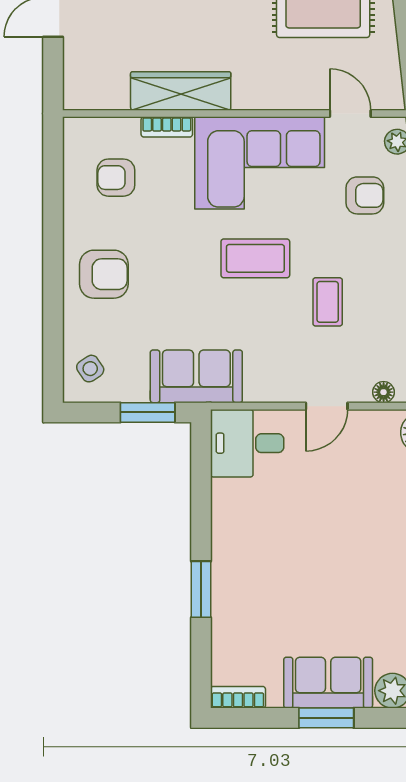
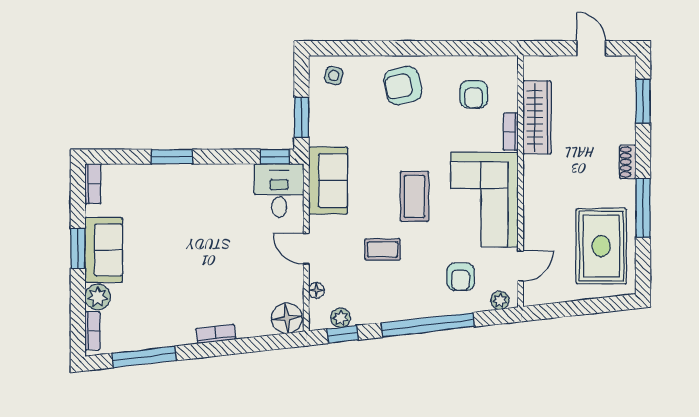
wardrobe: (181, 91) -> (537, 117), moved
armchair: (116, 178) -> (474, 94), turned 180
armchair: (104, 274) -> (403, 86), turned 77
side table: (90, 369) -> (334, 76), turned 45
sofa: (196, 376) -> (328, 181), moved
window: (201, 449) -> (275, 157), added

